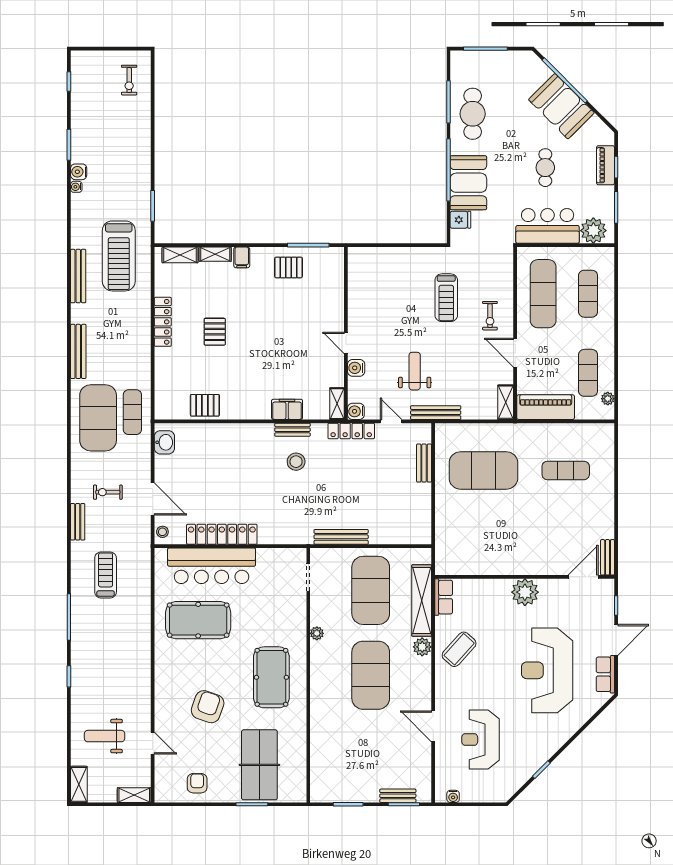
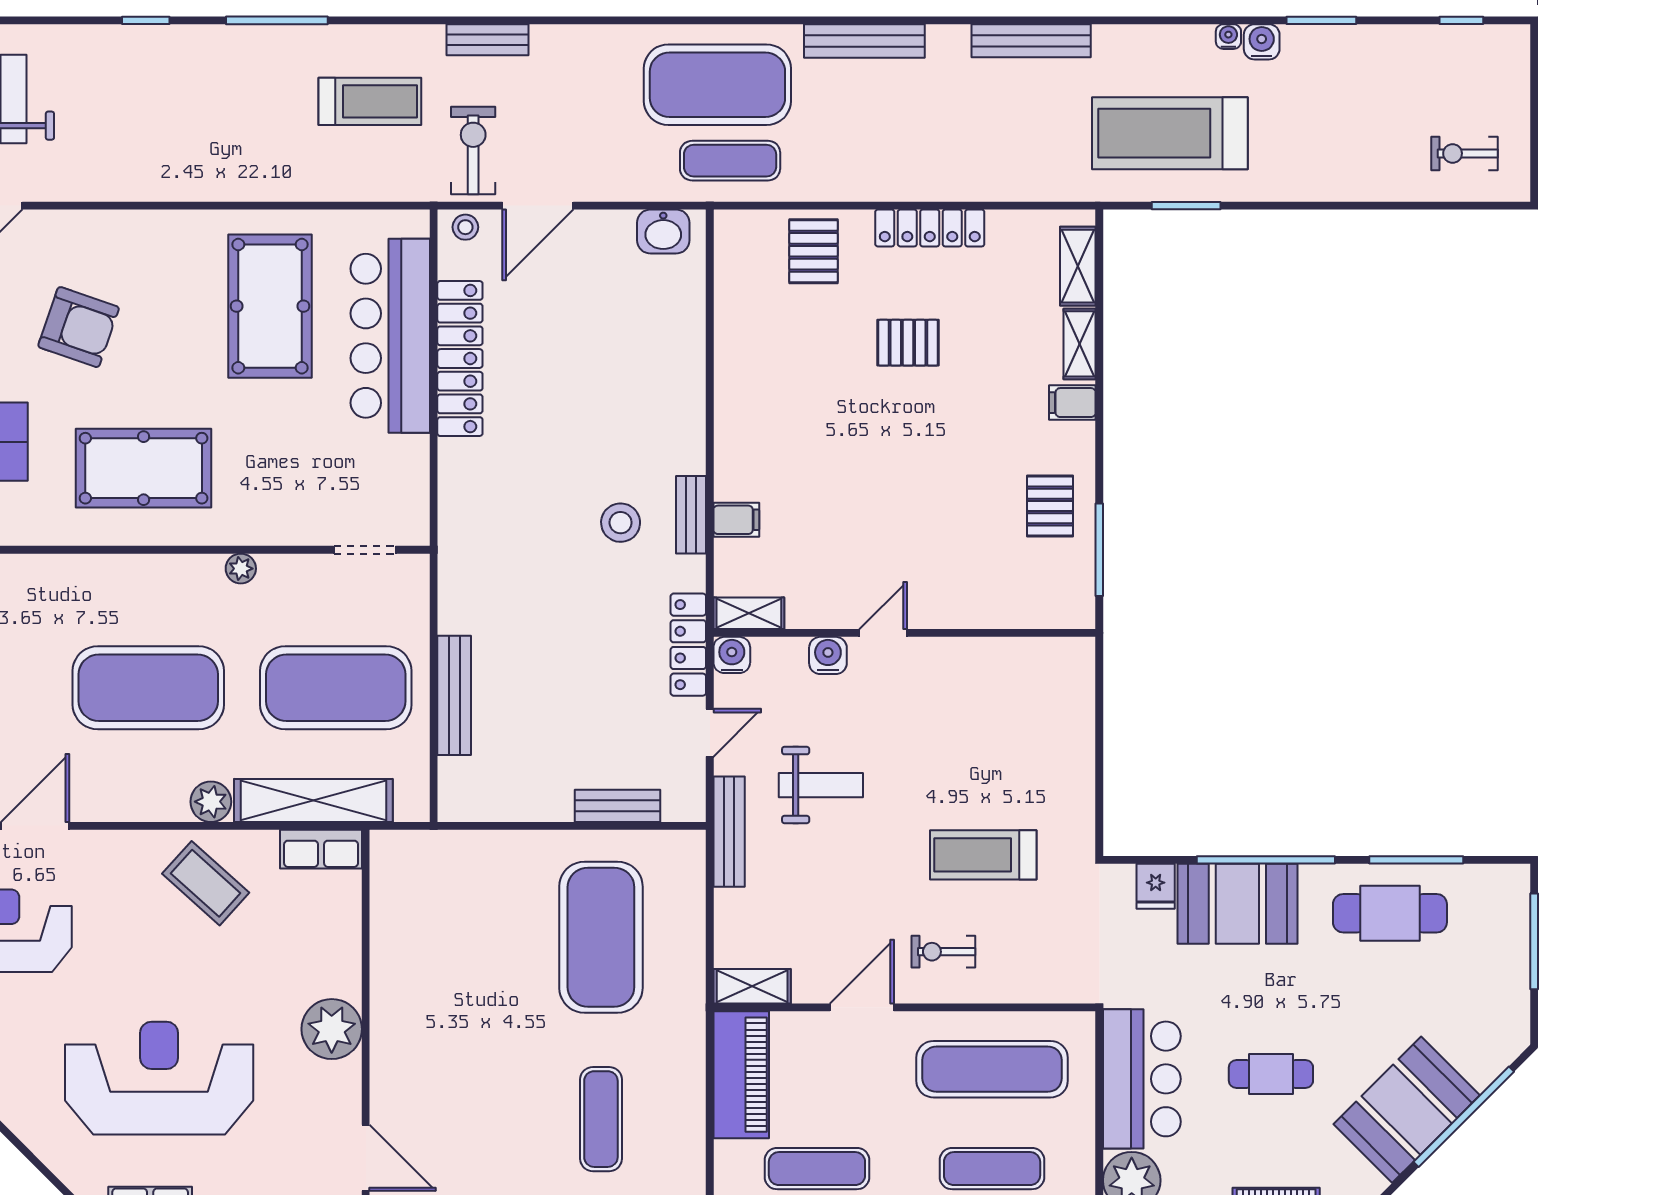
treadmill: (119, 256) -> (1170, 133), moved
pallet: (205, 405) -> (813, 251), moved
filing cabinet: (287, 409) -> (736, 520), width x0.50
exercise bike: (108, 492) -> (473, 151), moved, width x1.38, depth x1.39
bench: (341, 537) -> (454, 695), moved

